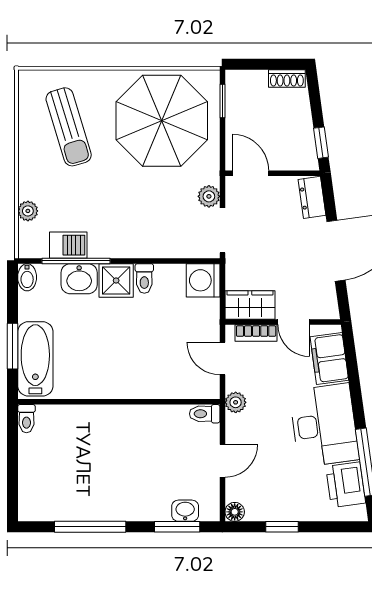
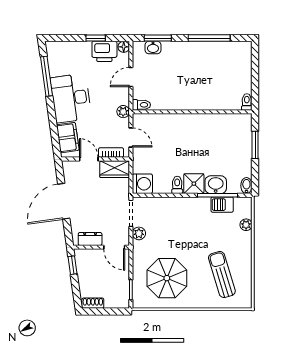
parasol: (162, 121) -> (167, 278), width x0.73, depth x0.73
dresser: (312, 197) -> (90, 239), moved, turned -82
bathtub: (35, 359) -> (242, 137), removed
printer: (346, 485) -> (104, 51), moved, turned 98

